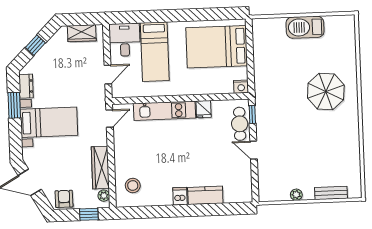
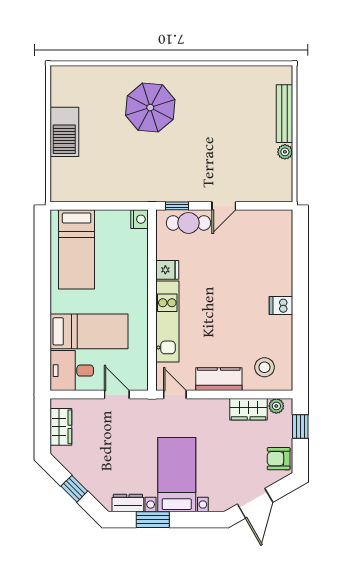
bed: (217, 47) -> (77, 249), width x0.67
wardrobe: (100, 168) -> (249, 409), width x0.67
bench: (331, 193) -> (284, 114), width x1.36
kitchen counter: (205, 195) -> (219, 379), moved, turned 90

